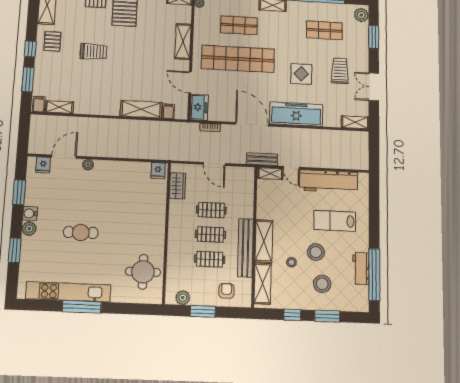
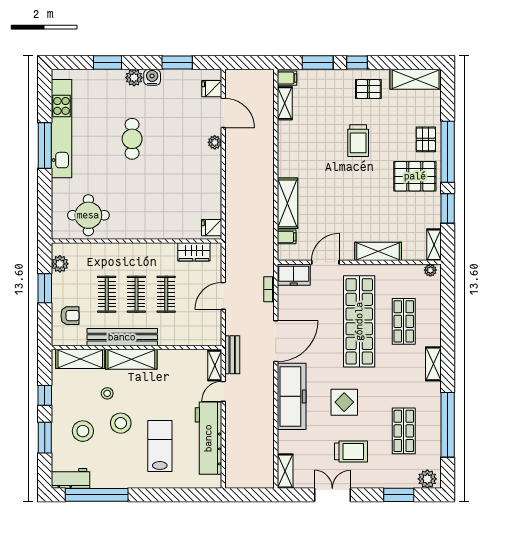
workbench: (361, 268) -> (71, 478), moved

